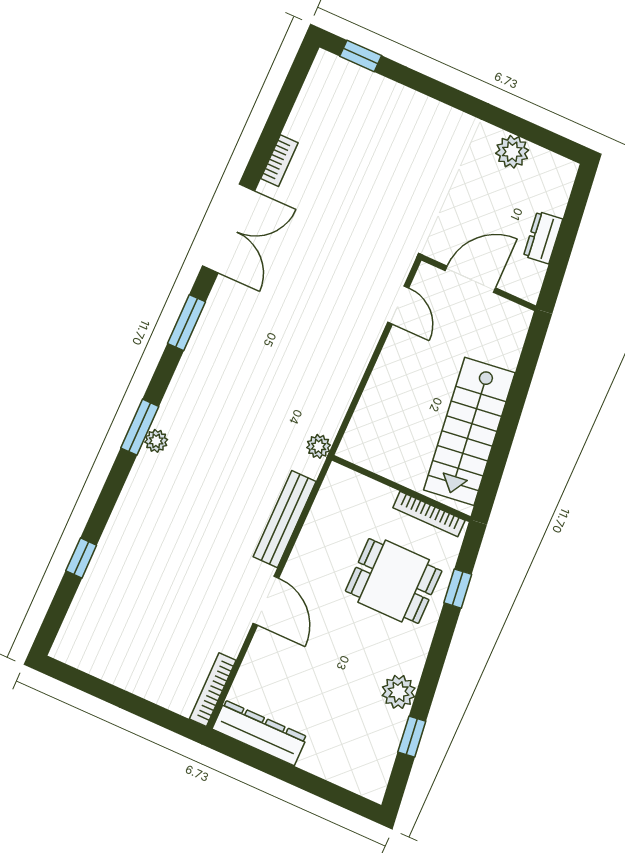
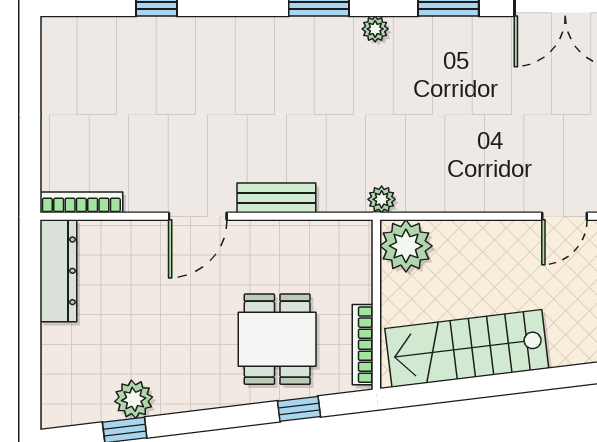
plant: (156, 441) -> (375, 29), moved
plant: (365, 443) -> (406, 246), added
bench: (285, 519) -> (276, 198), width x0.73
plant: (399, 692) -> (134, 399), moved

